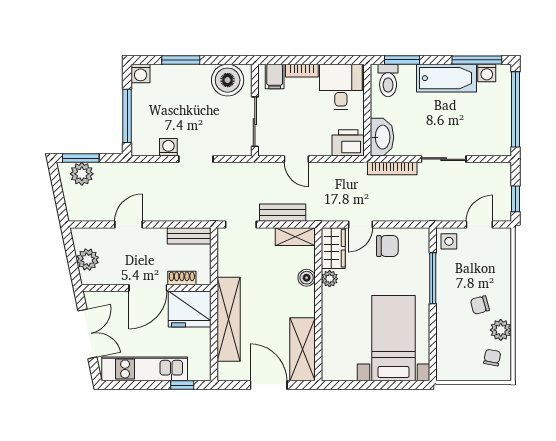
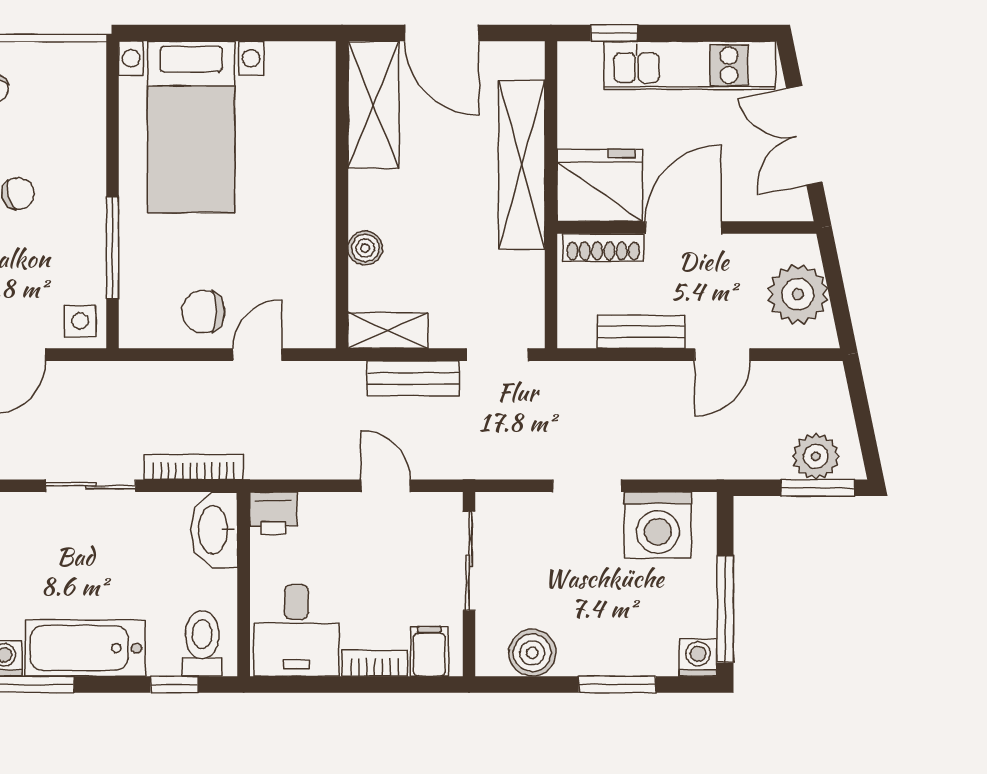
window: (402, 60) -> (174, 684), width x0.67
boiler: (228, 80) -> (532, 653), width x0.73, depth x0.73
window: (127, 116) -> (725, 609), moved
printer: (348, 143) -> (273, 513), width x0.73, depth x0.81
washing machine: (168, 147) -> (658, 525), width x1.89, depth x1.89
bench: (189, 236) -> (641, 332), moved
wardrobe: (333, 248) -> (312, 307), removed
plant: (88, 259) -> (798, 294), width x1.36, depth x1.36
shoe rack: (182, 278) -> (603, 247), width x1.43
plant: (330, 279) -> (319, 246), removed

